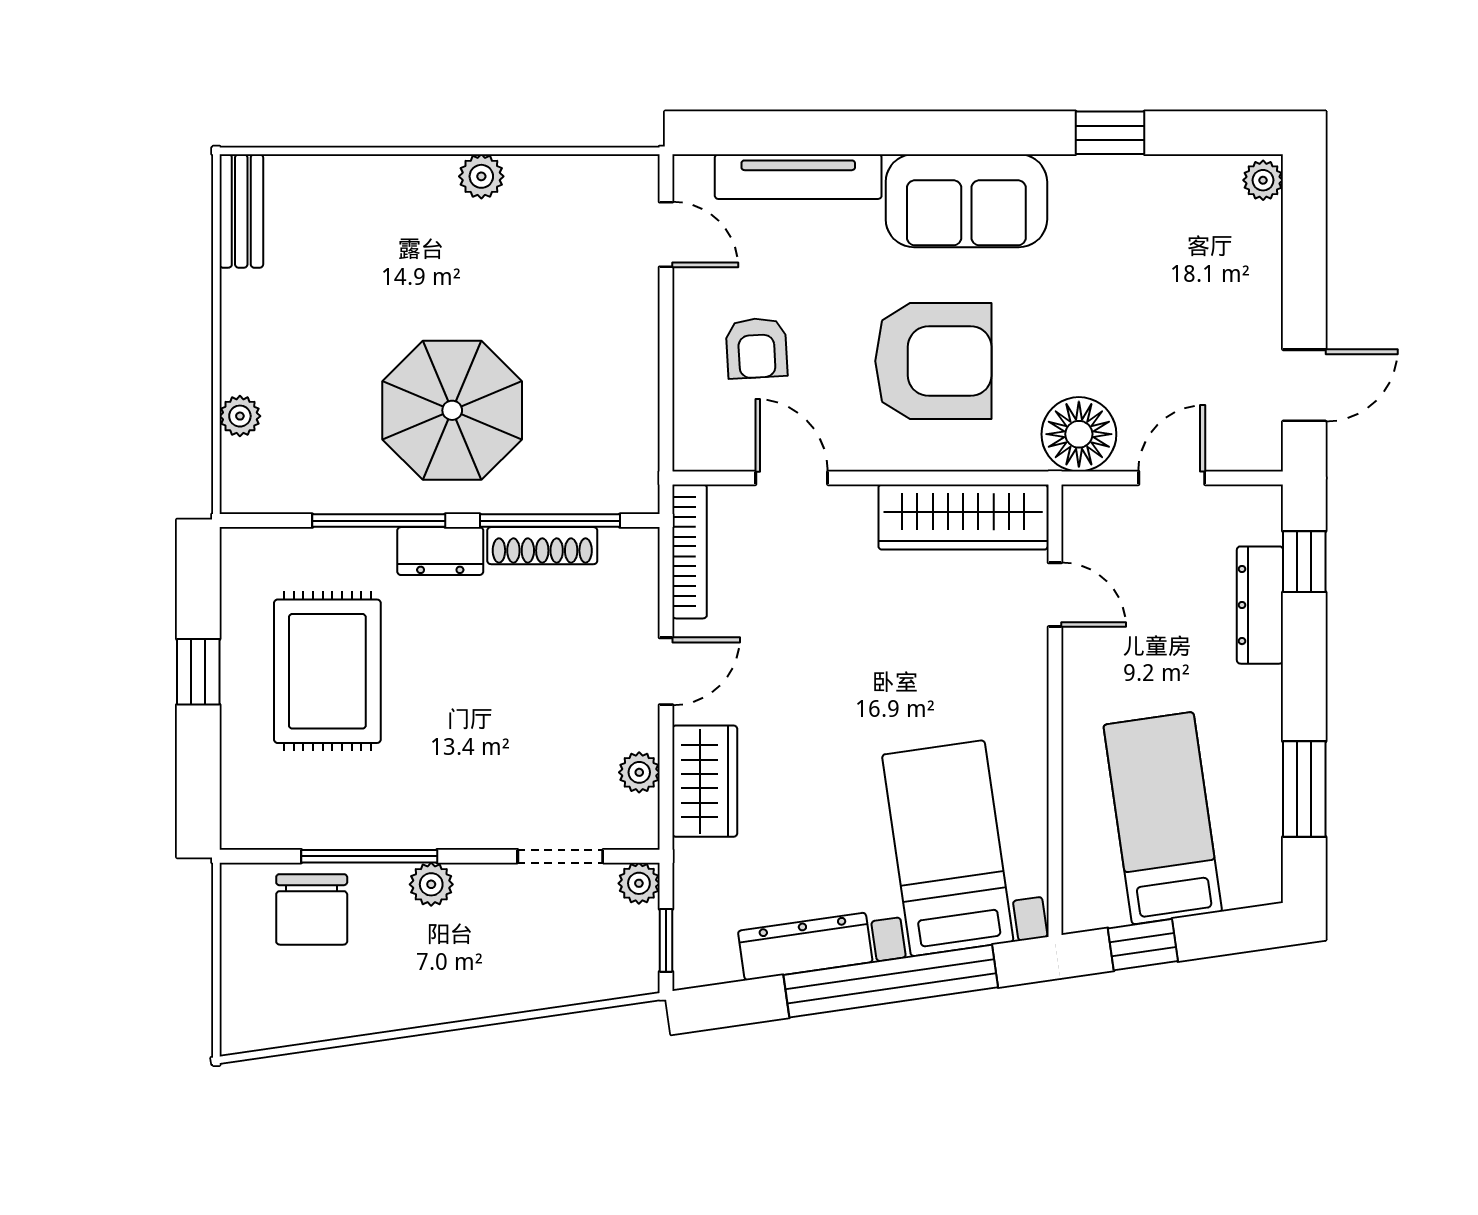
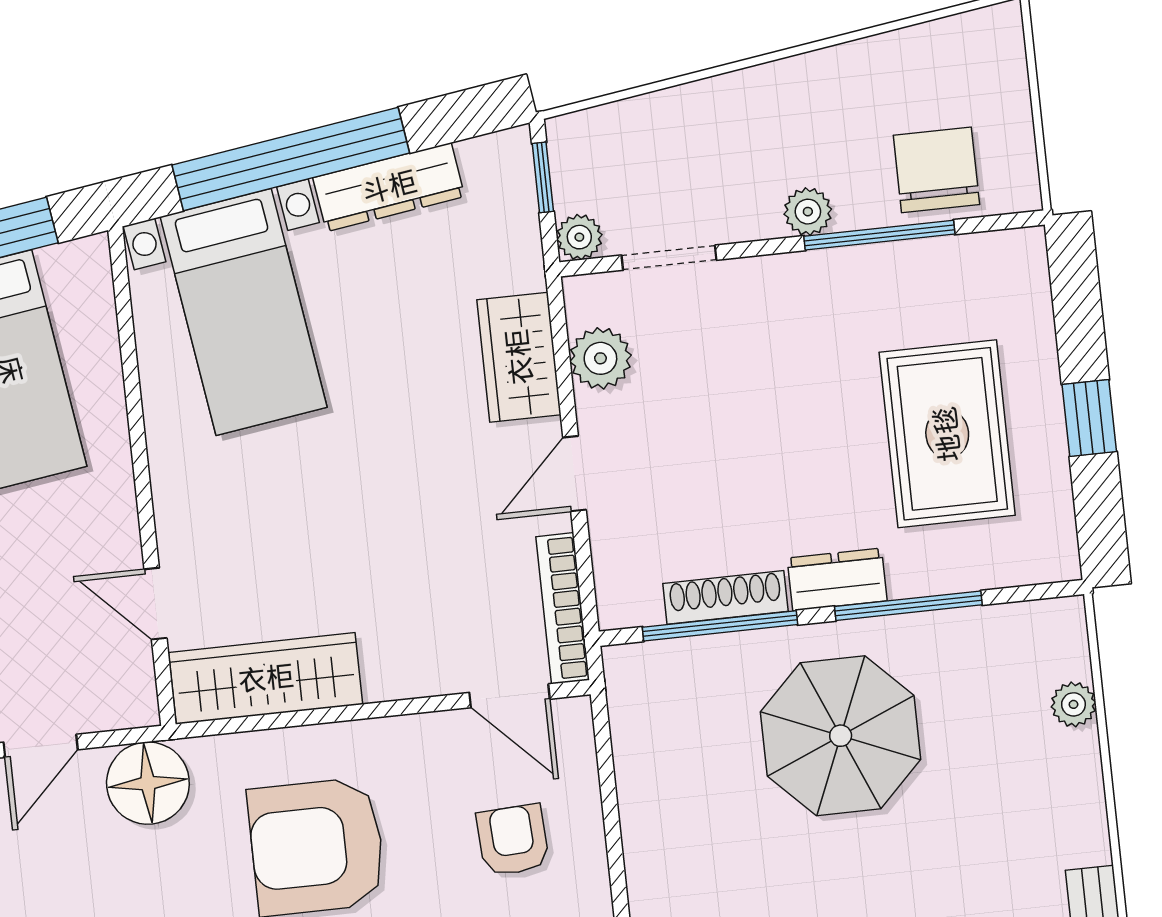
door: (792, 478) -> (510, 696), moved
plant: (639, 772) -> (600, 358), width x1.38, depth x1.38

